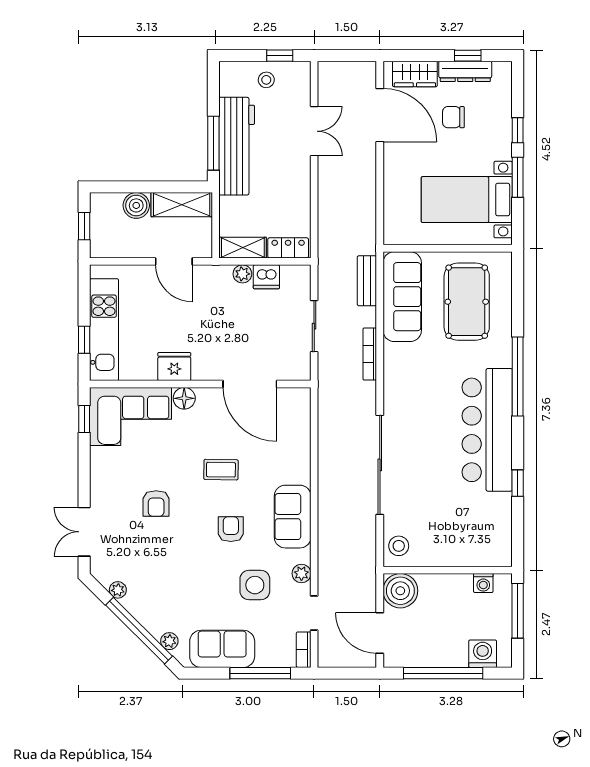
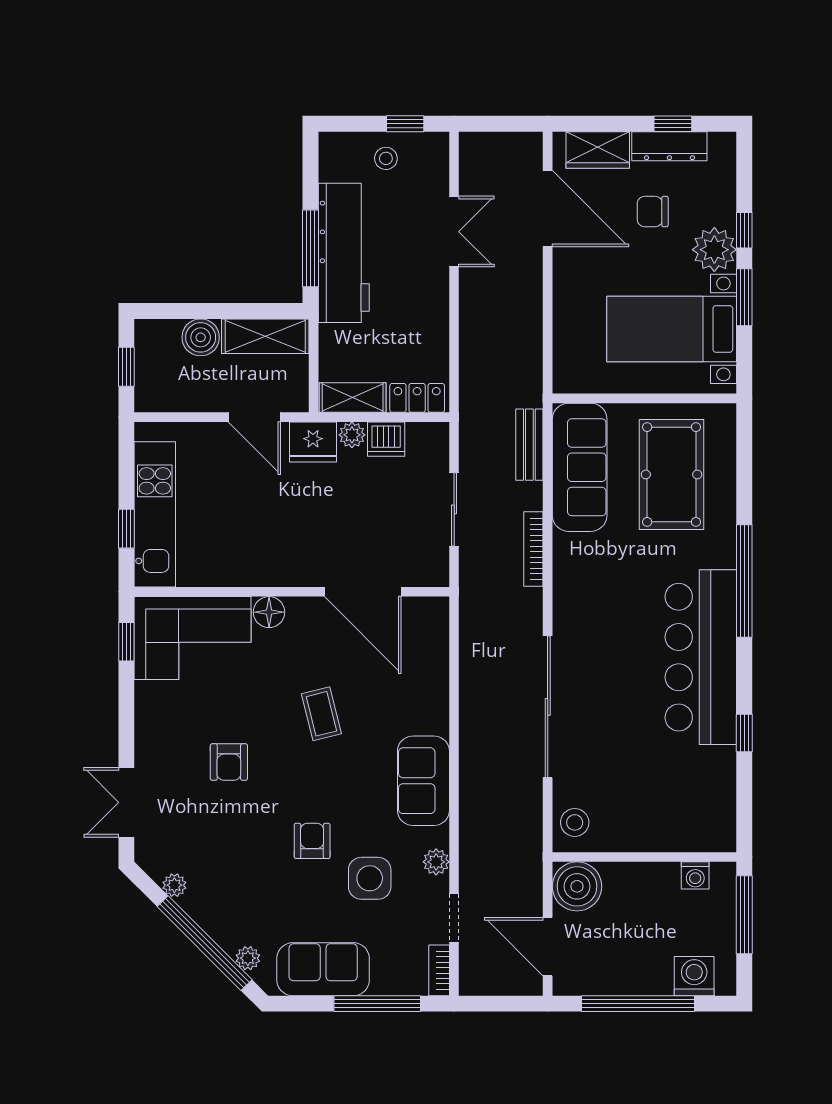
plant: (497, 144) -> (714, 250), added
fridge: (174, 367) -> (313, 442), moved, turned 180
coffee table: (221, 470) -> (321, 714), turned 75
armchair: (231, 529) -> (312, 841), moved

